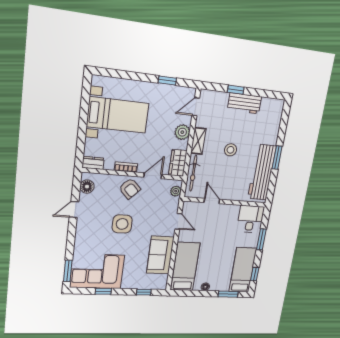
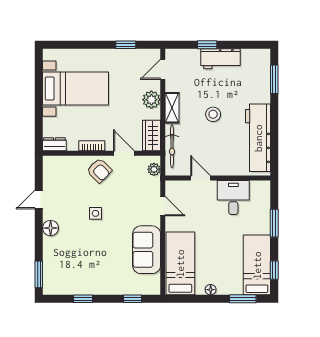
window: (277, 158) -> (274, 79), moved
door: (153, 176) -> (124, 153), hinge flipped
floor lamp: (87, 187) -> (51, 228), moved
desk: (250, 219) -> (233, 197), moved
side table: (122, 224) -> (96, 213), width x0.54, depth x0.54
corner sofa: (97, 271) -> (73, 273), removed

